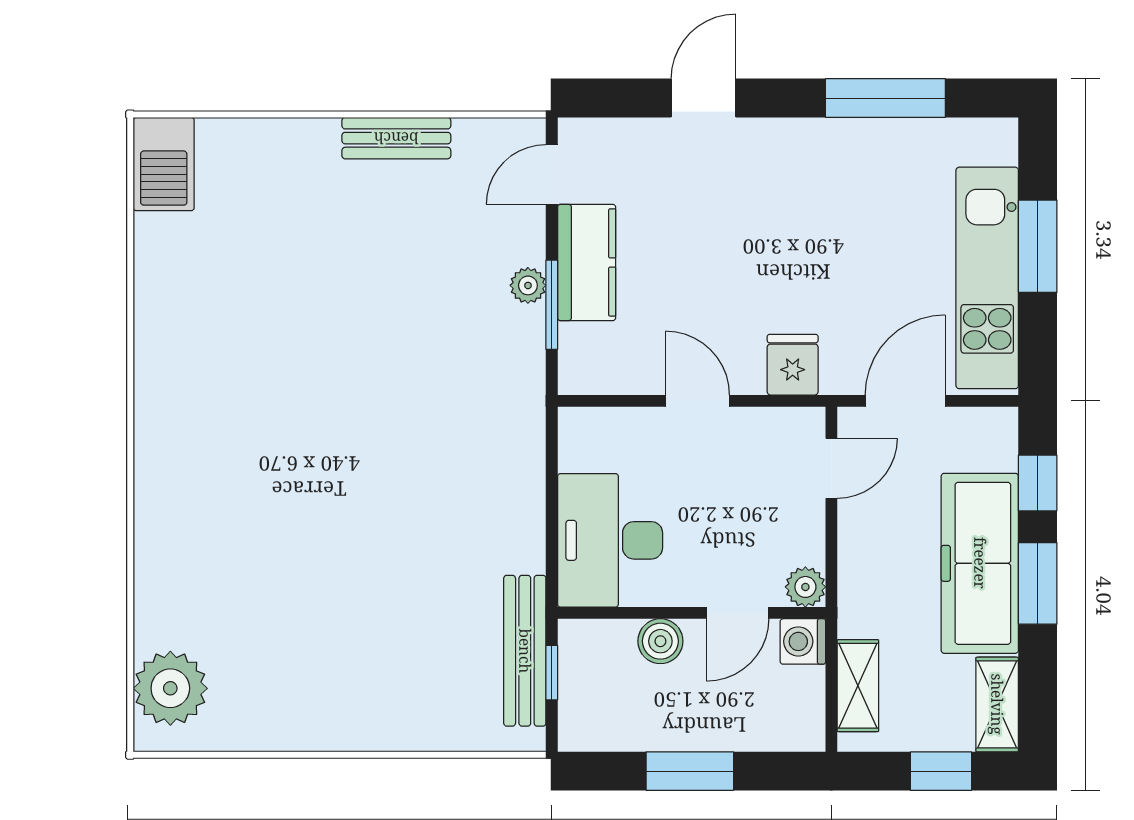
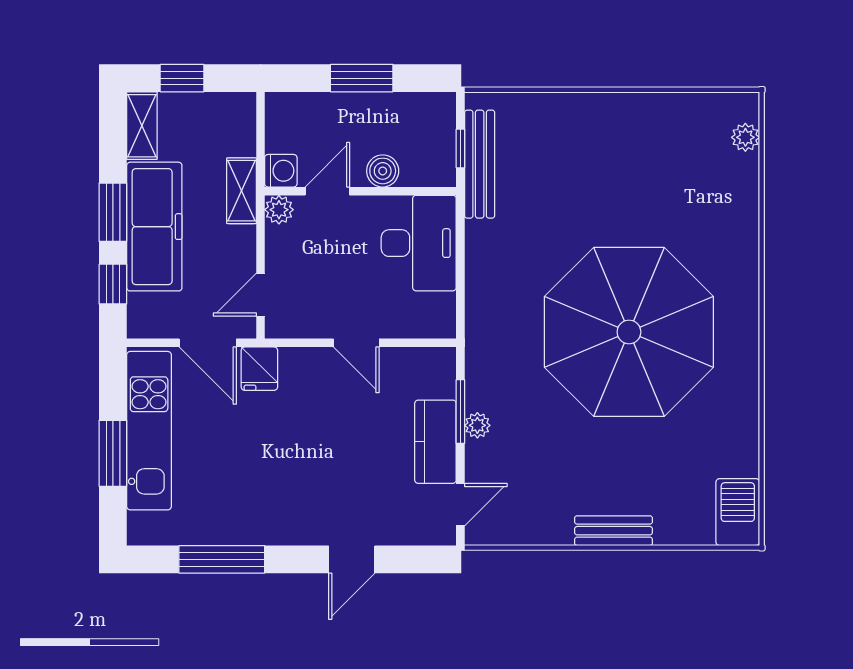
bench: (396, 138) -> (614, 531), moved
fridge: (793, 365) -> (259, 369), moved
door: (905, 401) -> (208, 343), hinge flipped
parasol: (316, 416) -> (629, 332), added
shelving: (858, 686) -> (241, 191), moved
plant: (170, 688) -> (745, 137), width x0.53, depth x0.53

